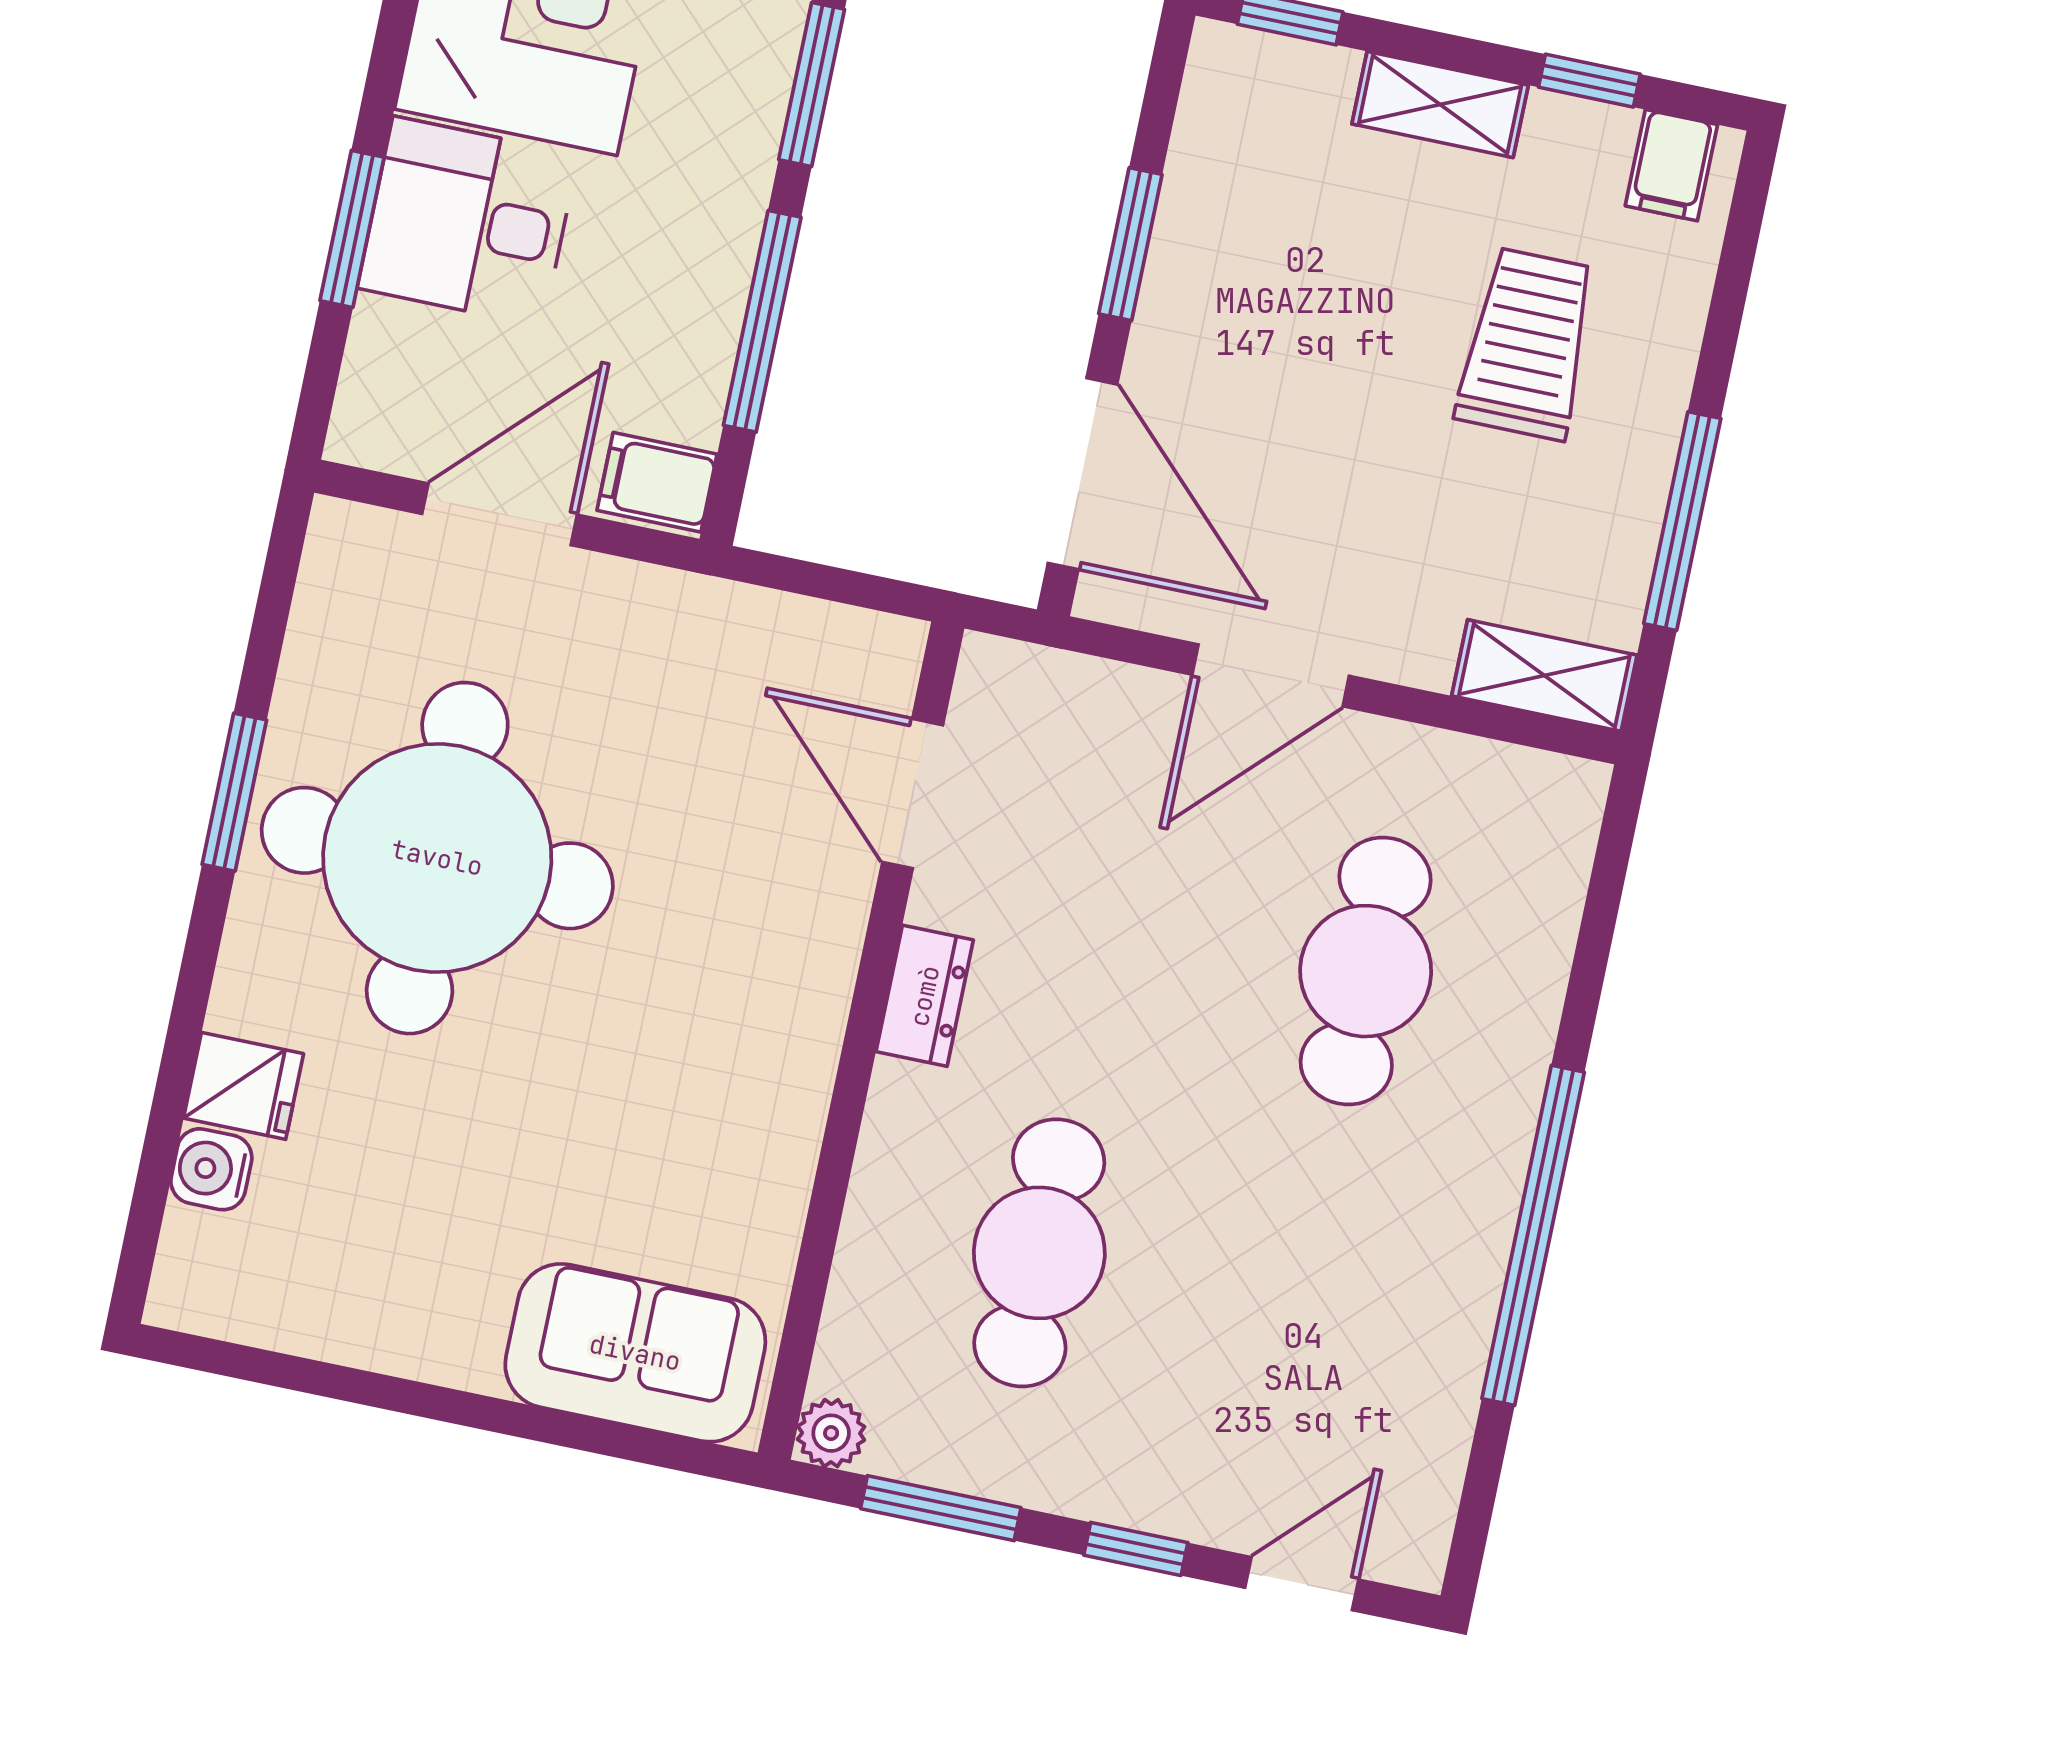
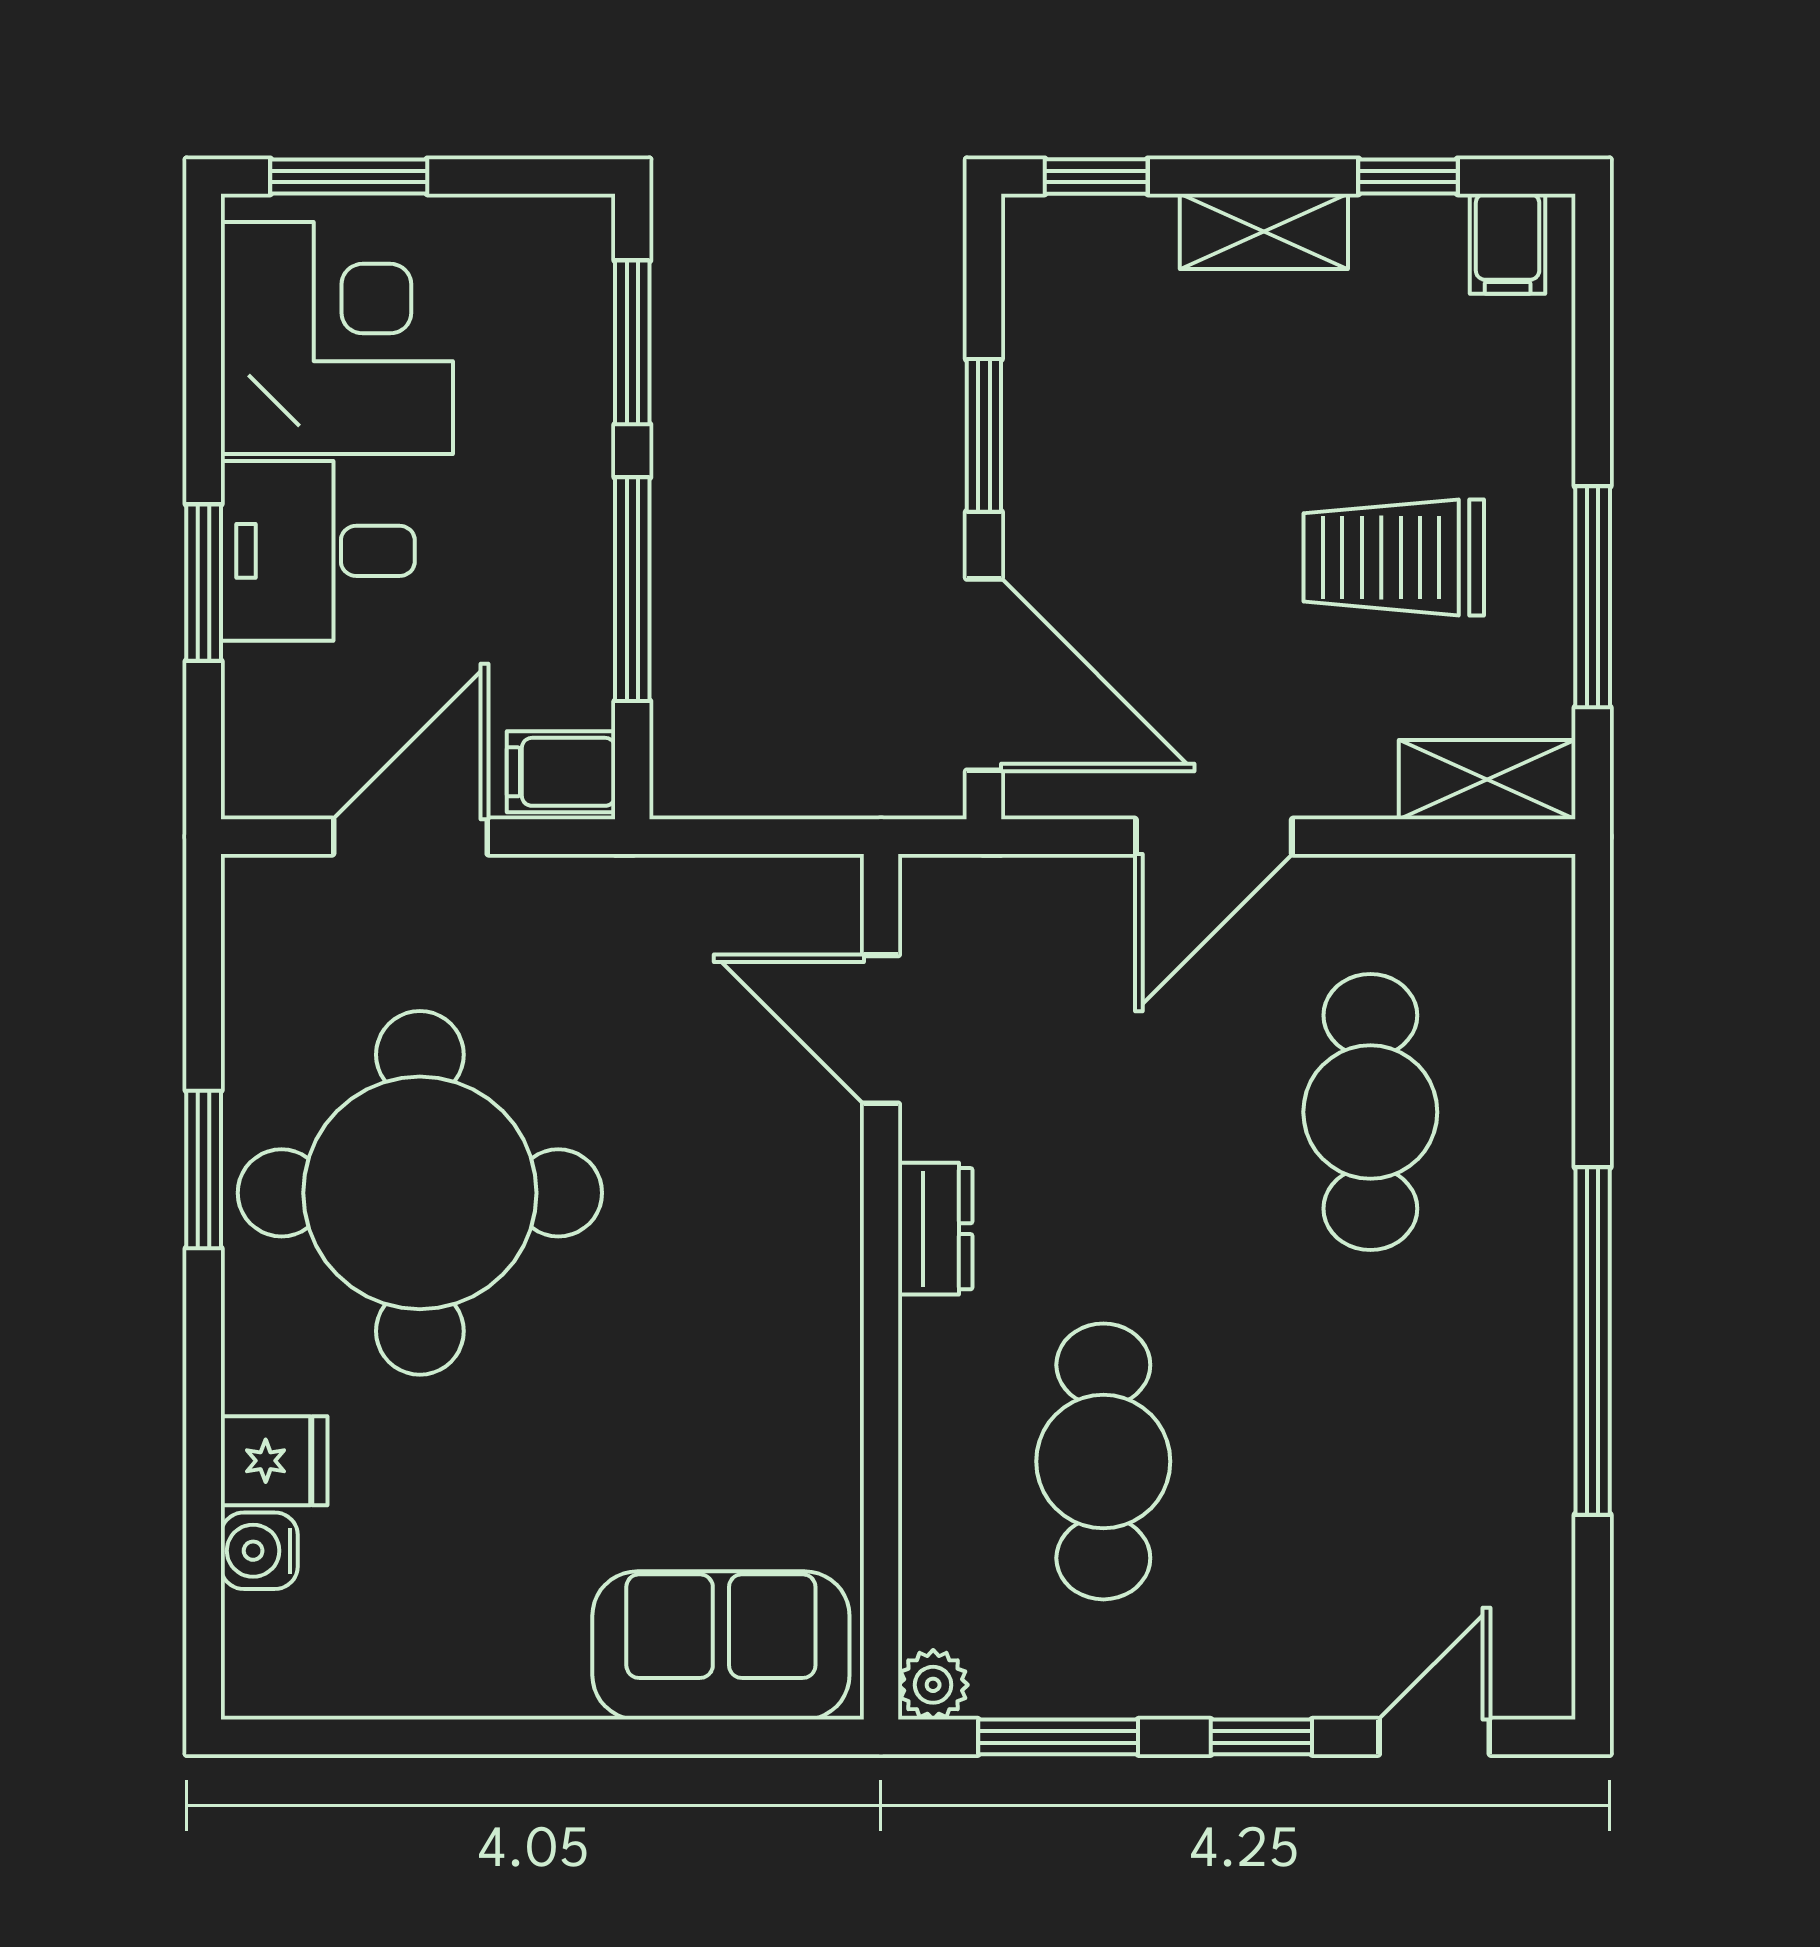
trolley: (1527, 344) -> (1394, 557), moved, turned -90

